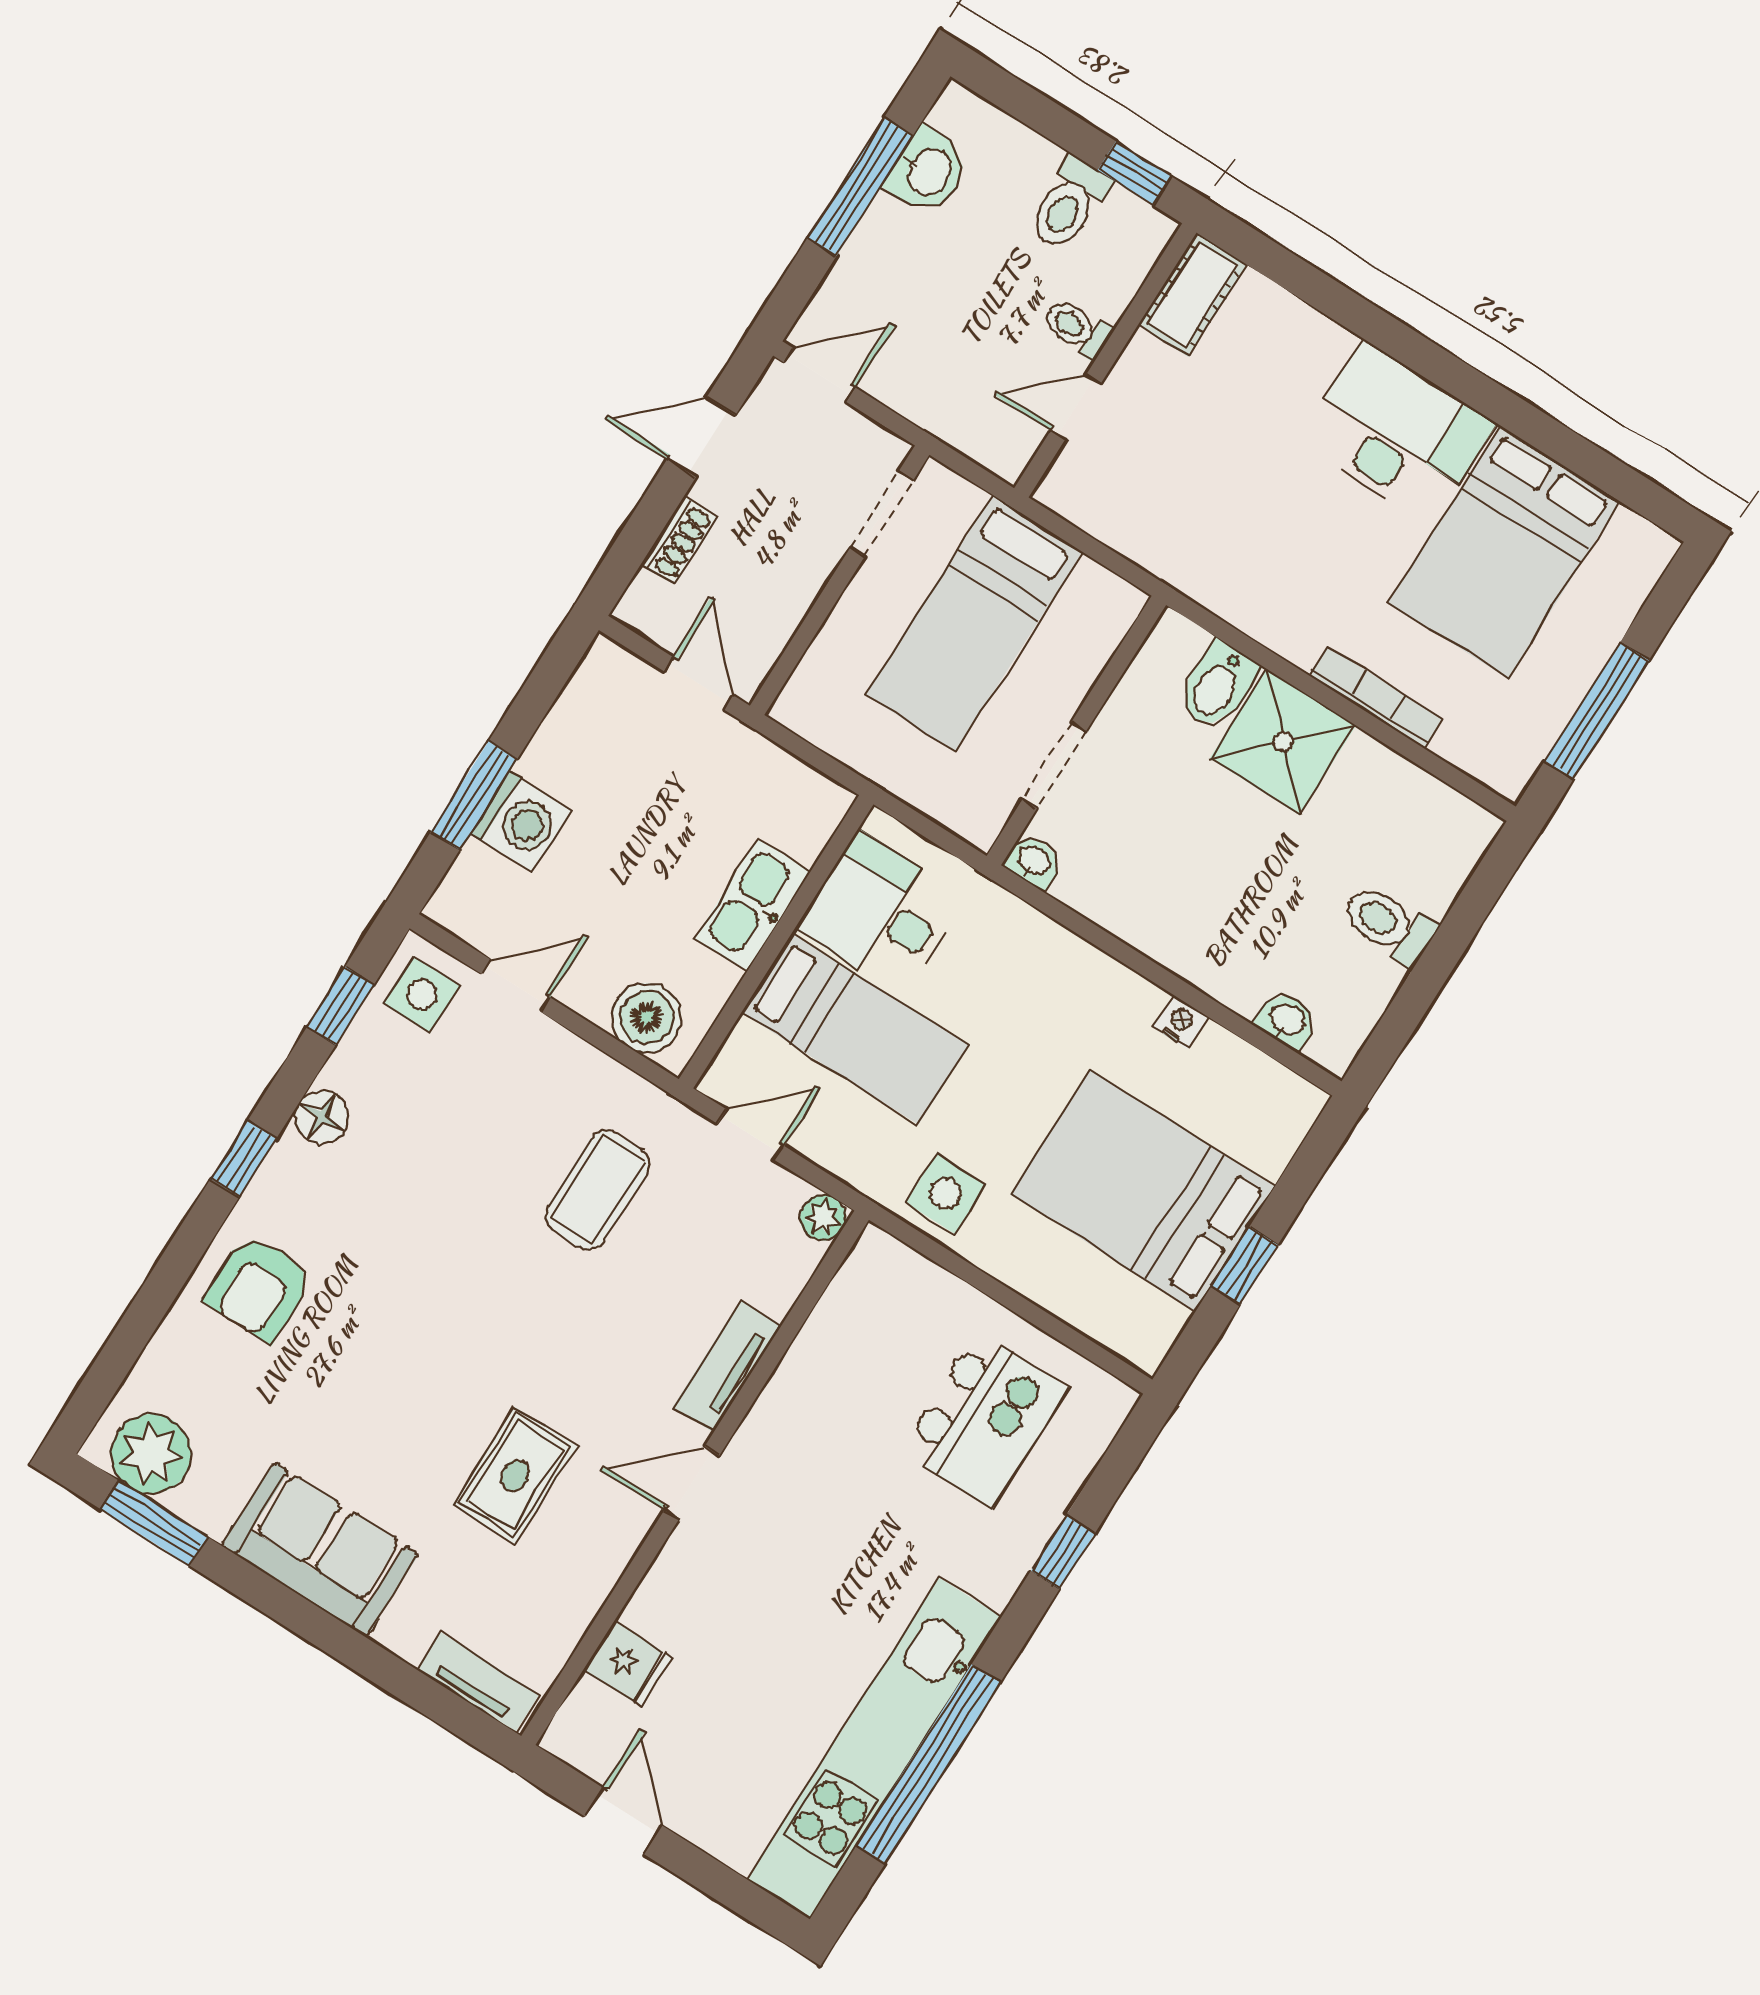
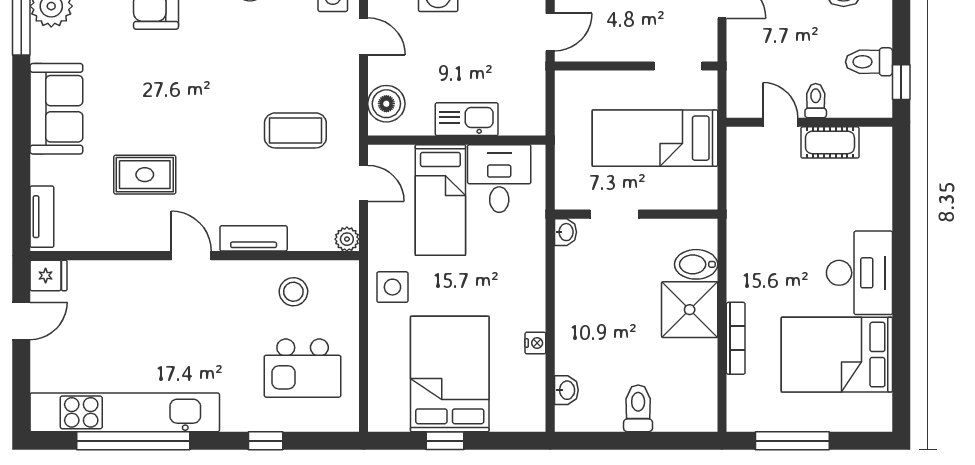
cot: (1192, 295) -> (830, 142), moved
stool: (853, 1357) -> (293, 292), added
fridge: (628, 1664) -> (48, 275), moved, turned -90

